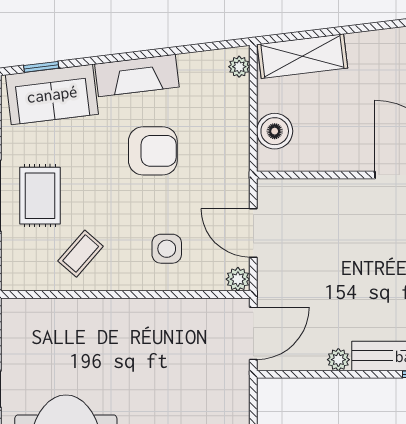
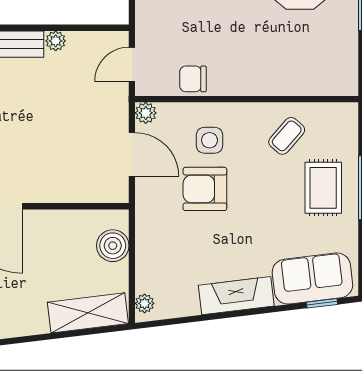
armchair: (153, 151) -> (205, 189), moved
chair: (185, 317) -> (193, 79), added
door: (253, 333) -> (132, 64), width x0.73

